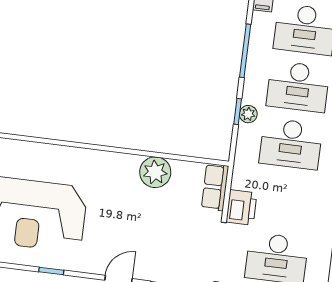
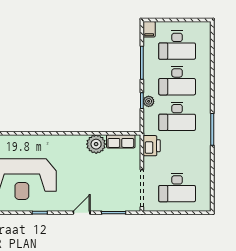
row of seats: (215, 187) -> (121, 141), moved, turned -90
printer: (241, 207) -> (152, 146), moved

